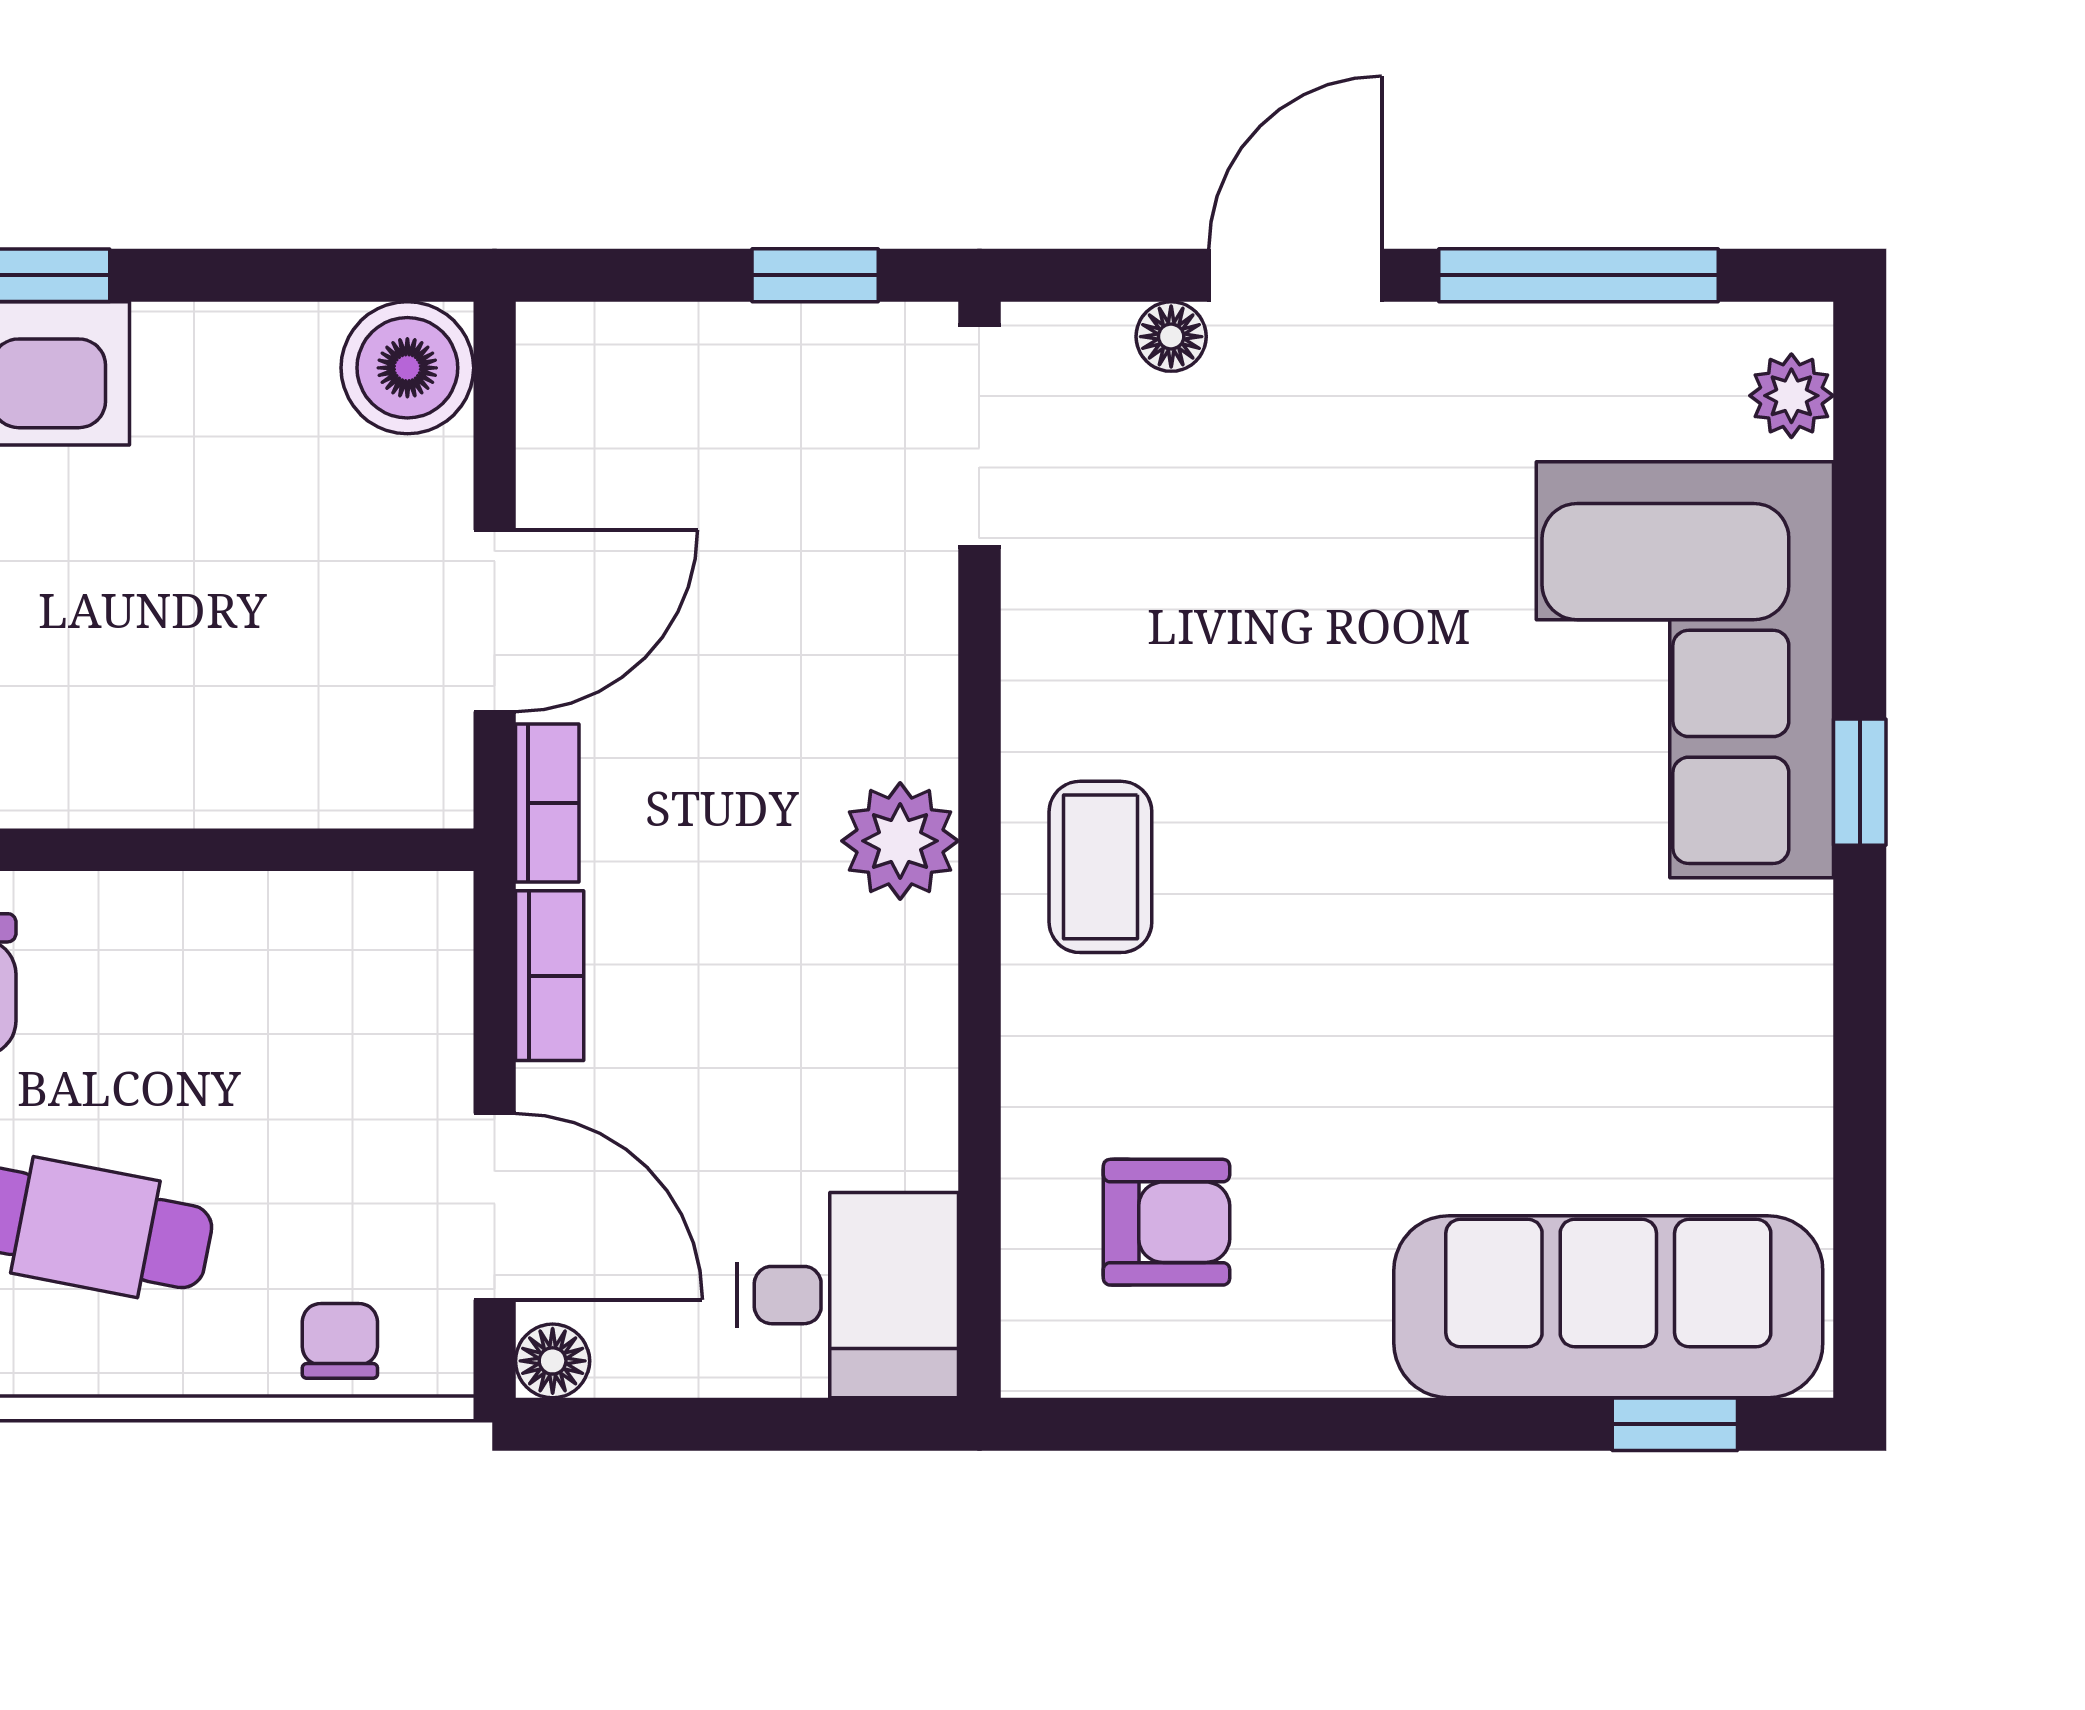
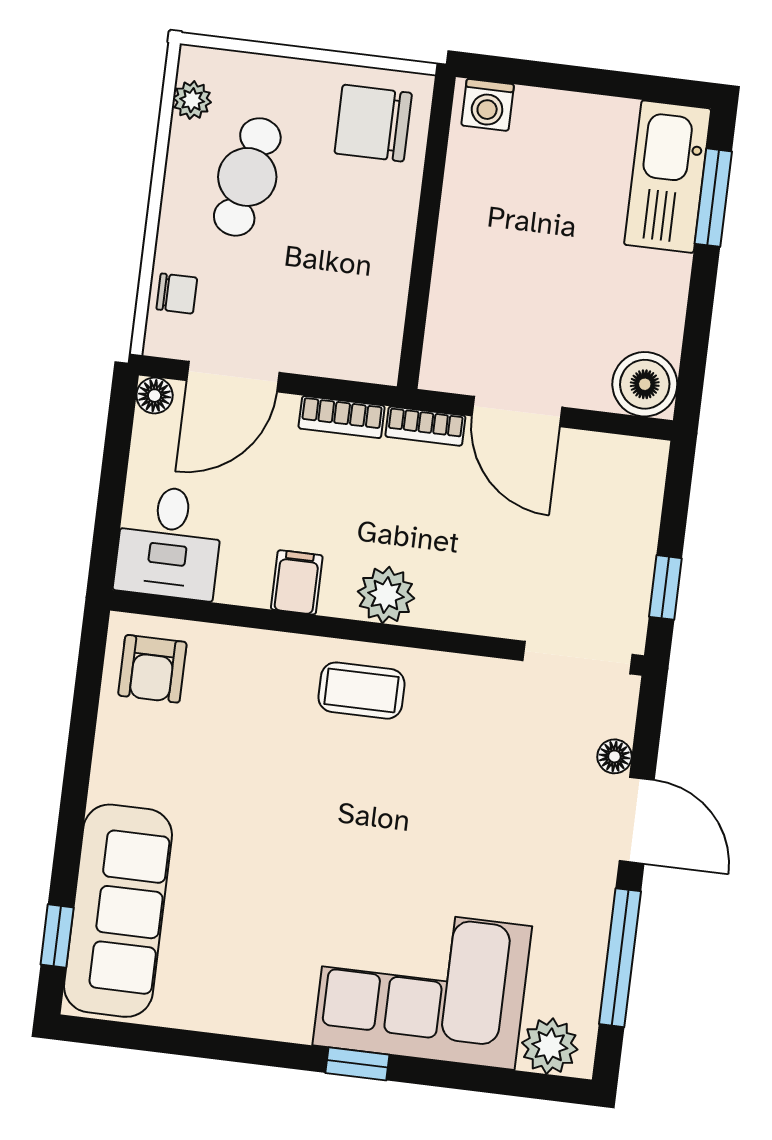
plant: (1791, 396) -> (550, 1046), width x1.38, depth x1.38
filing cabinet: (897, 1025) -> (297, 582), added
armchair: (1167, 1222) -> (152, 669), moved

